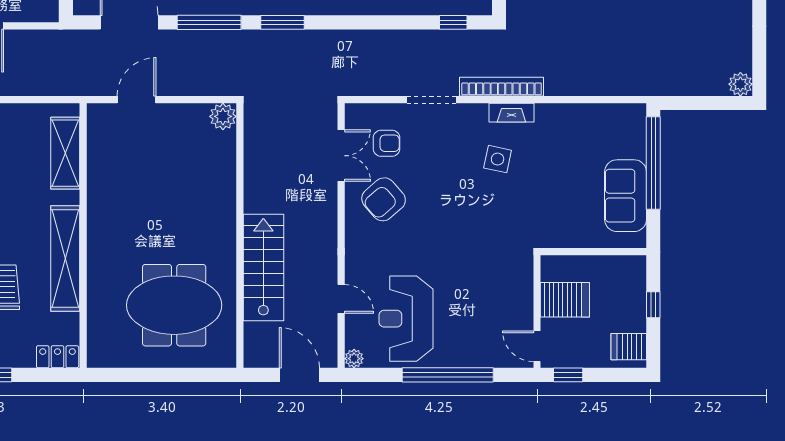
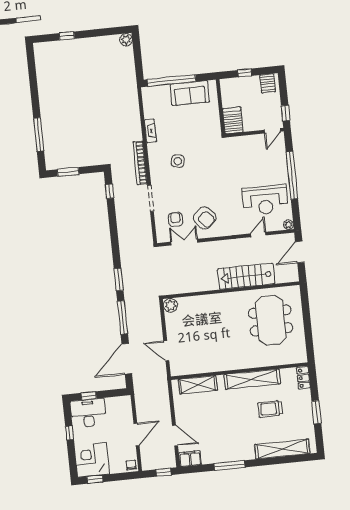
fireplace: (511, 113) -> (150, 131), moved
server rack: (565, 300) -> (233, 120), moved

